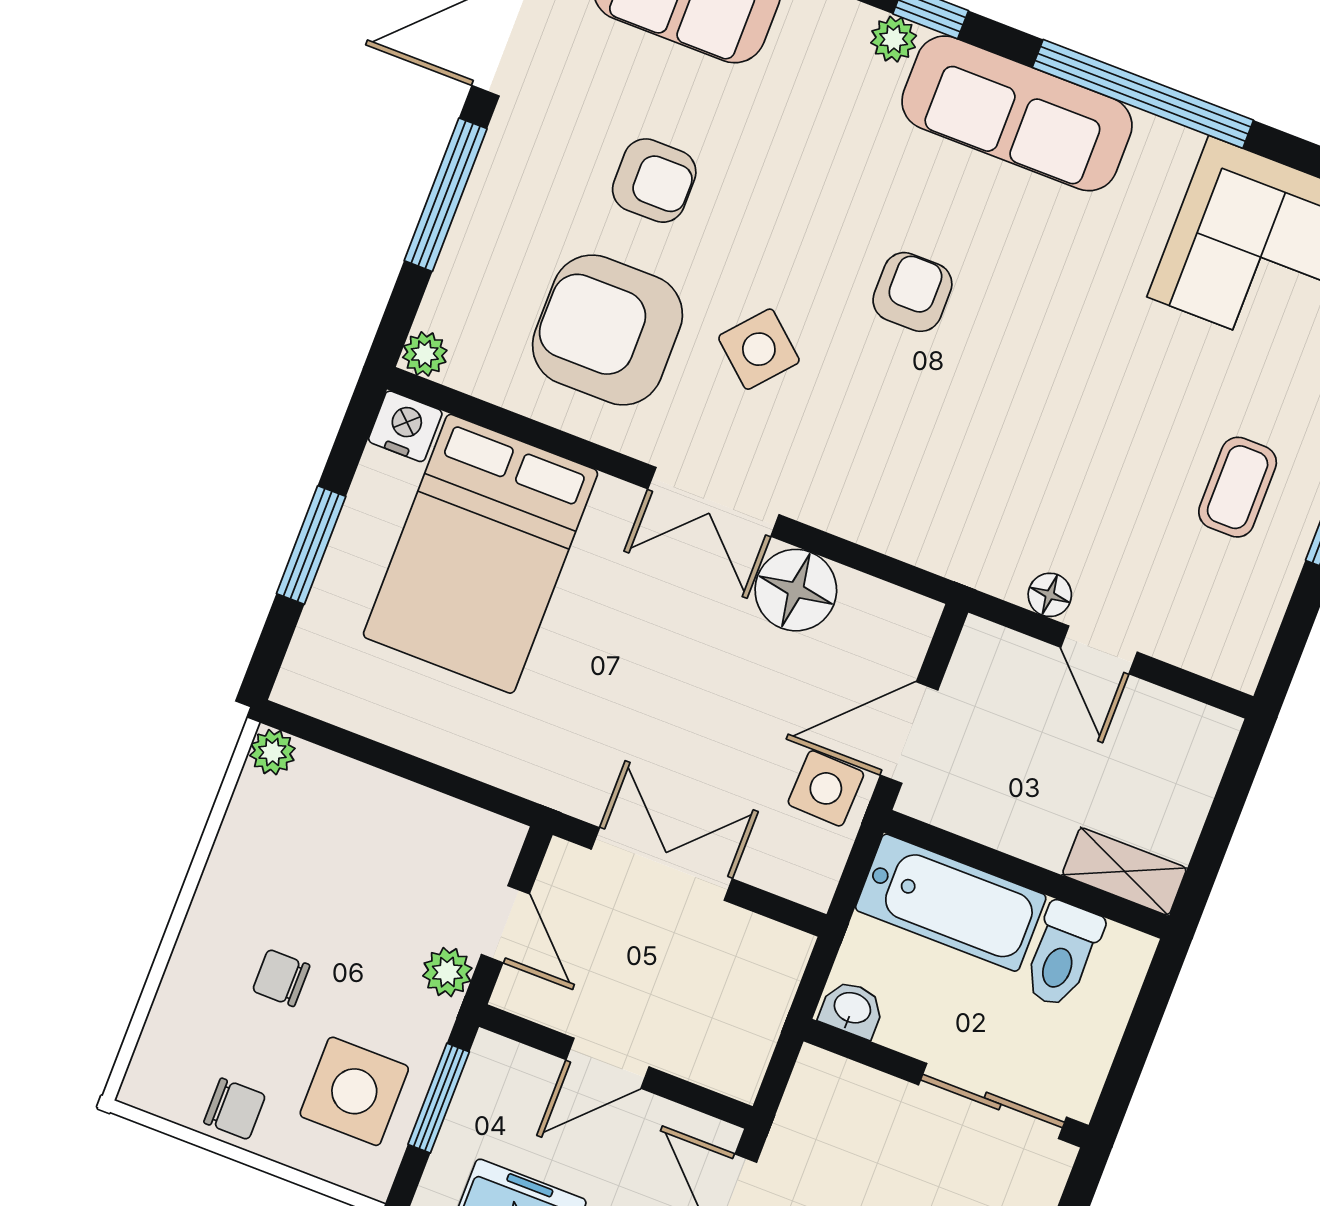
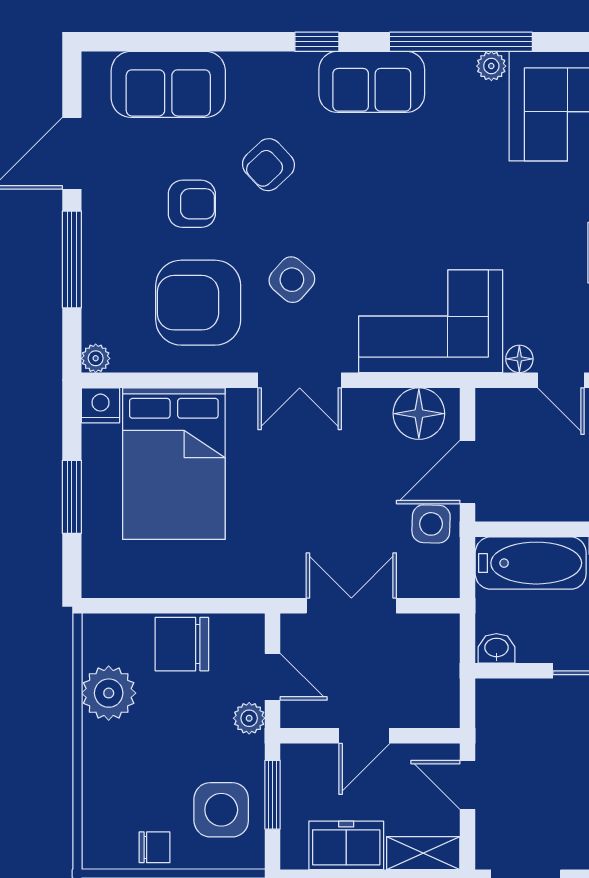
plant: (894, 39) -> (491, 66), moved
sofa: (1017, 113) -> (372, 82), width x0.73
armchair: (912, 292) -> (268, 165), moved, turned -133
corner sofa: (940, 489) -> (431, 321), added
floor lamp: (796, 590) -> (419, 414), moved
plant: (272, 752) -> (109, 693), moved, width x1.88, depth x1.88
chair: (281, 978) -> (182, 644), moved, width x1.87, depth x1.87

